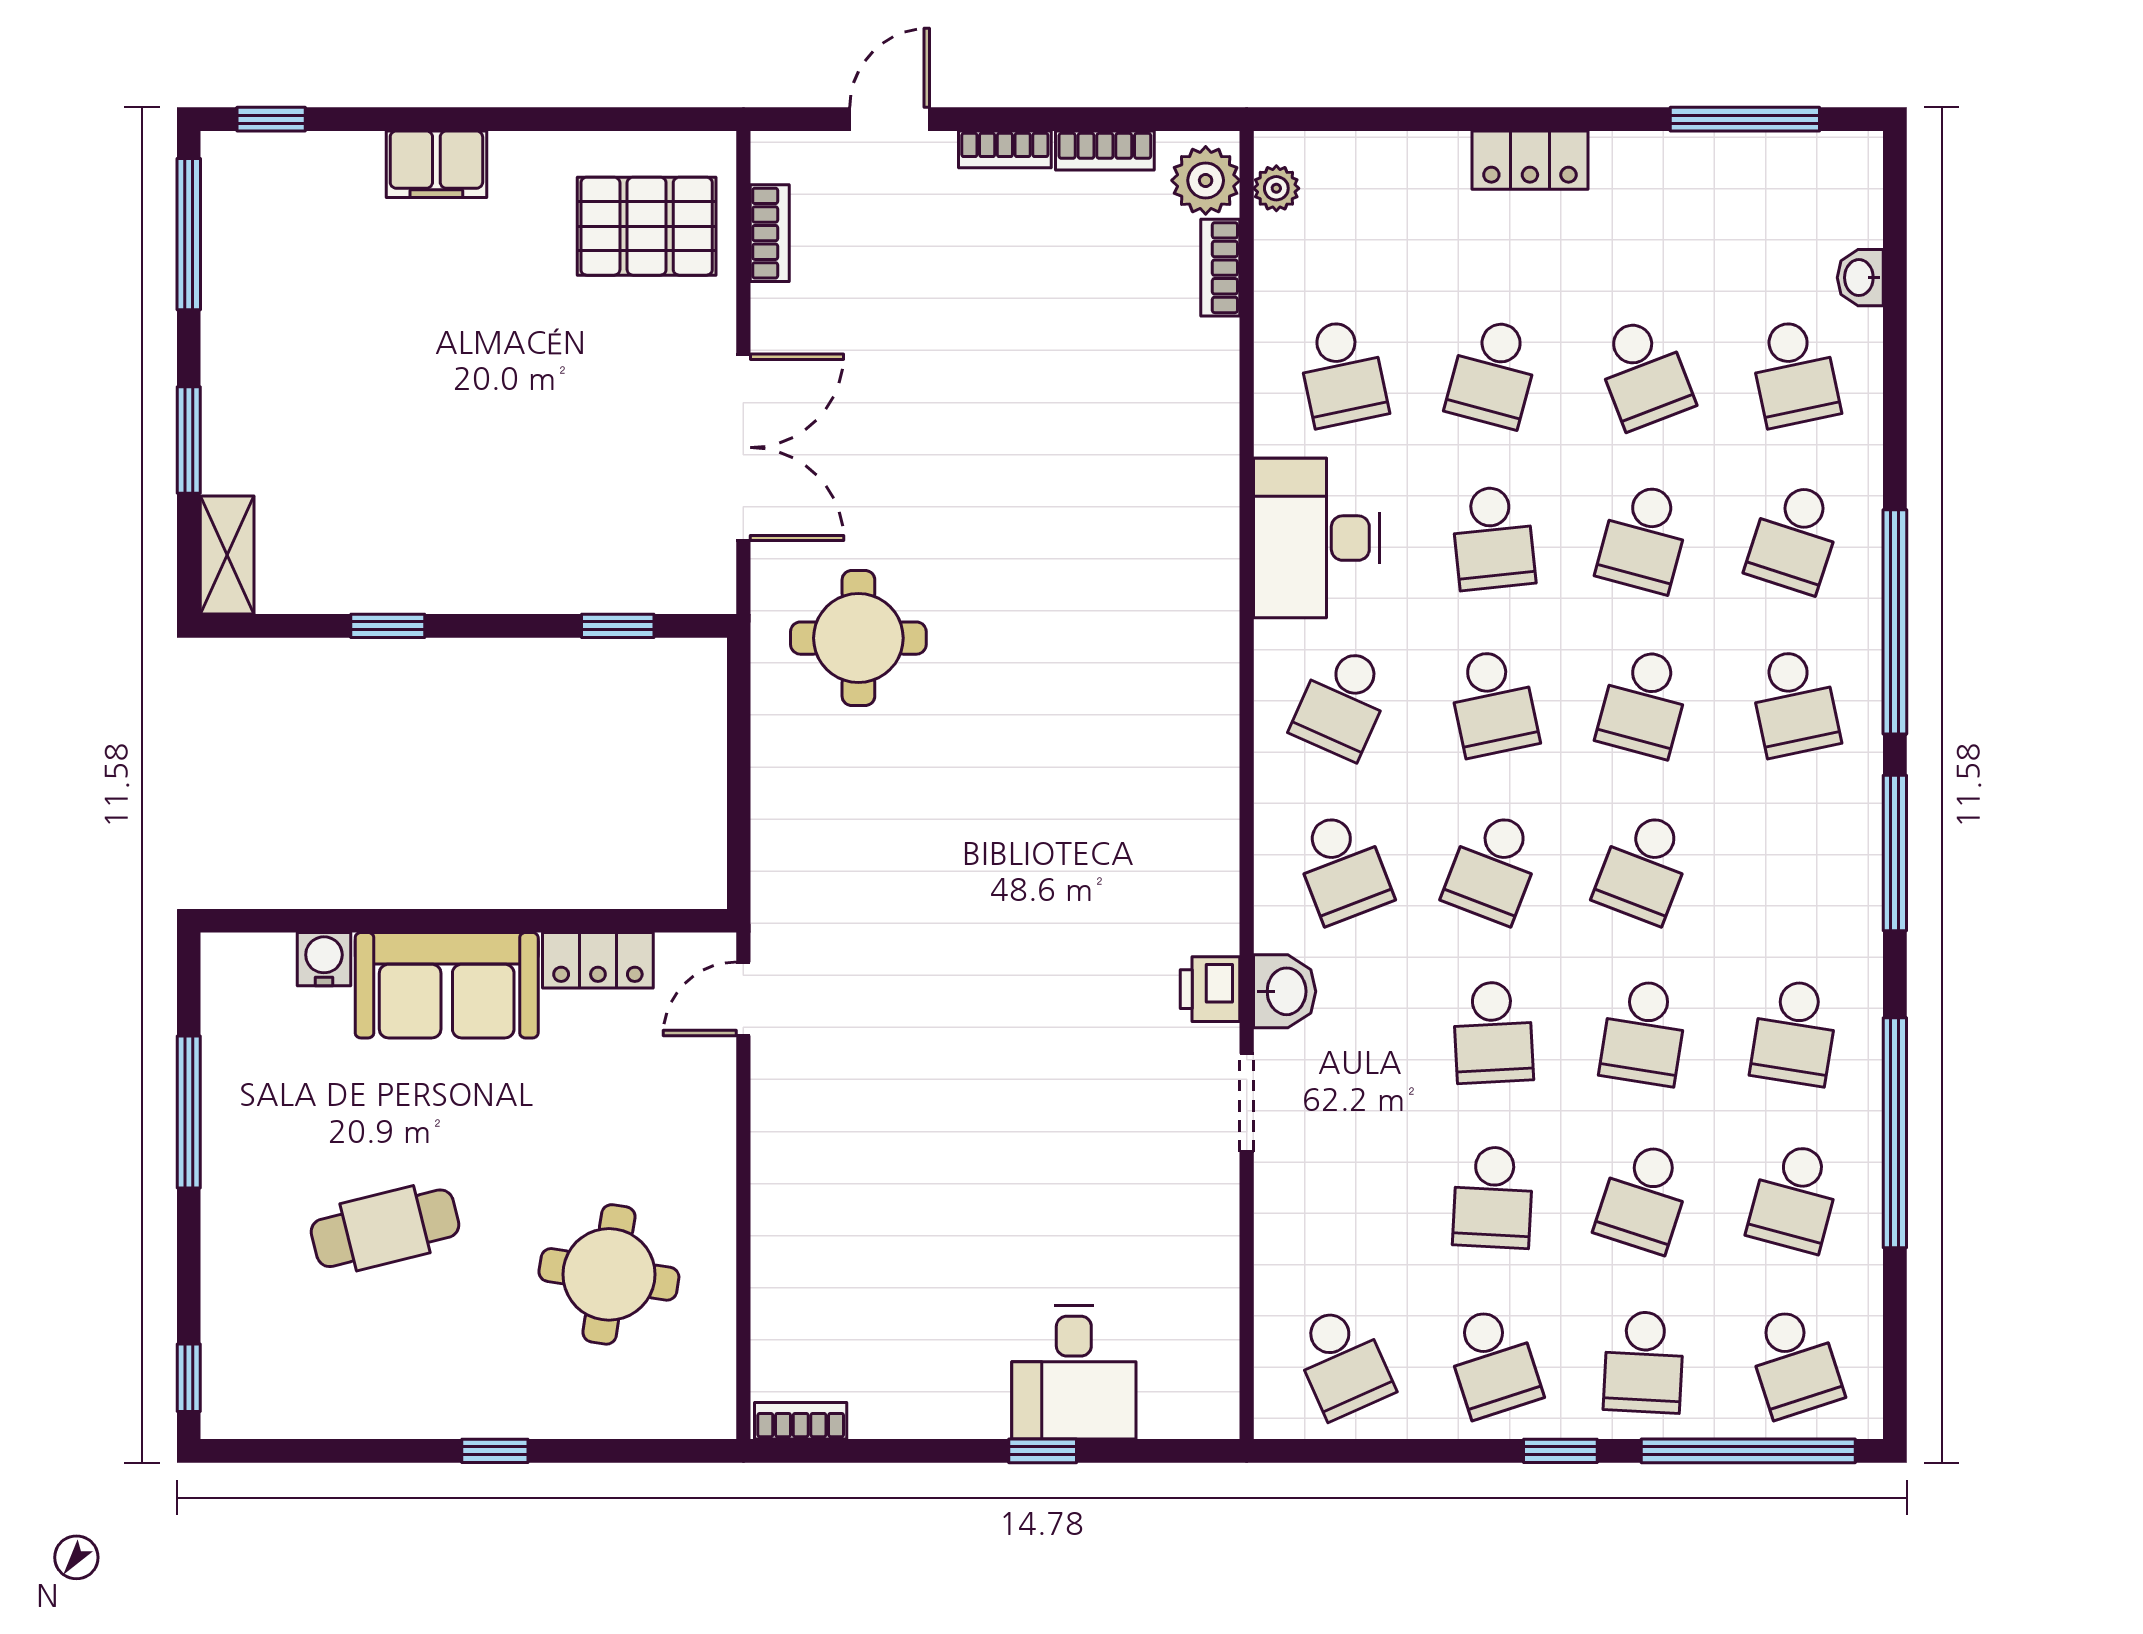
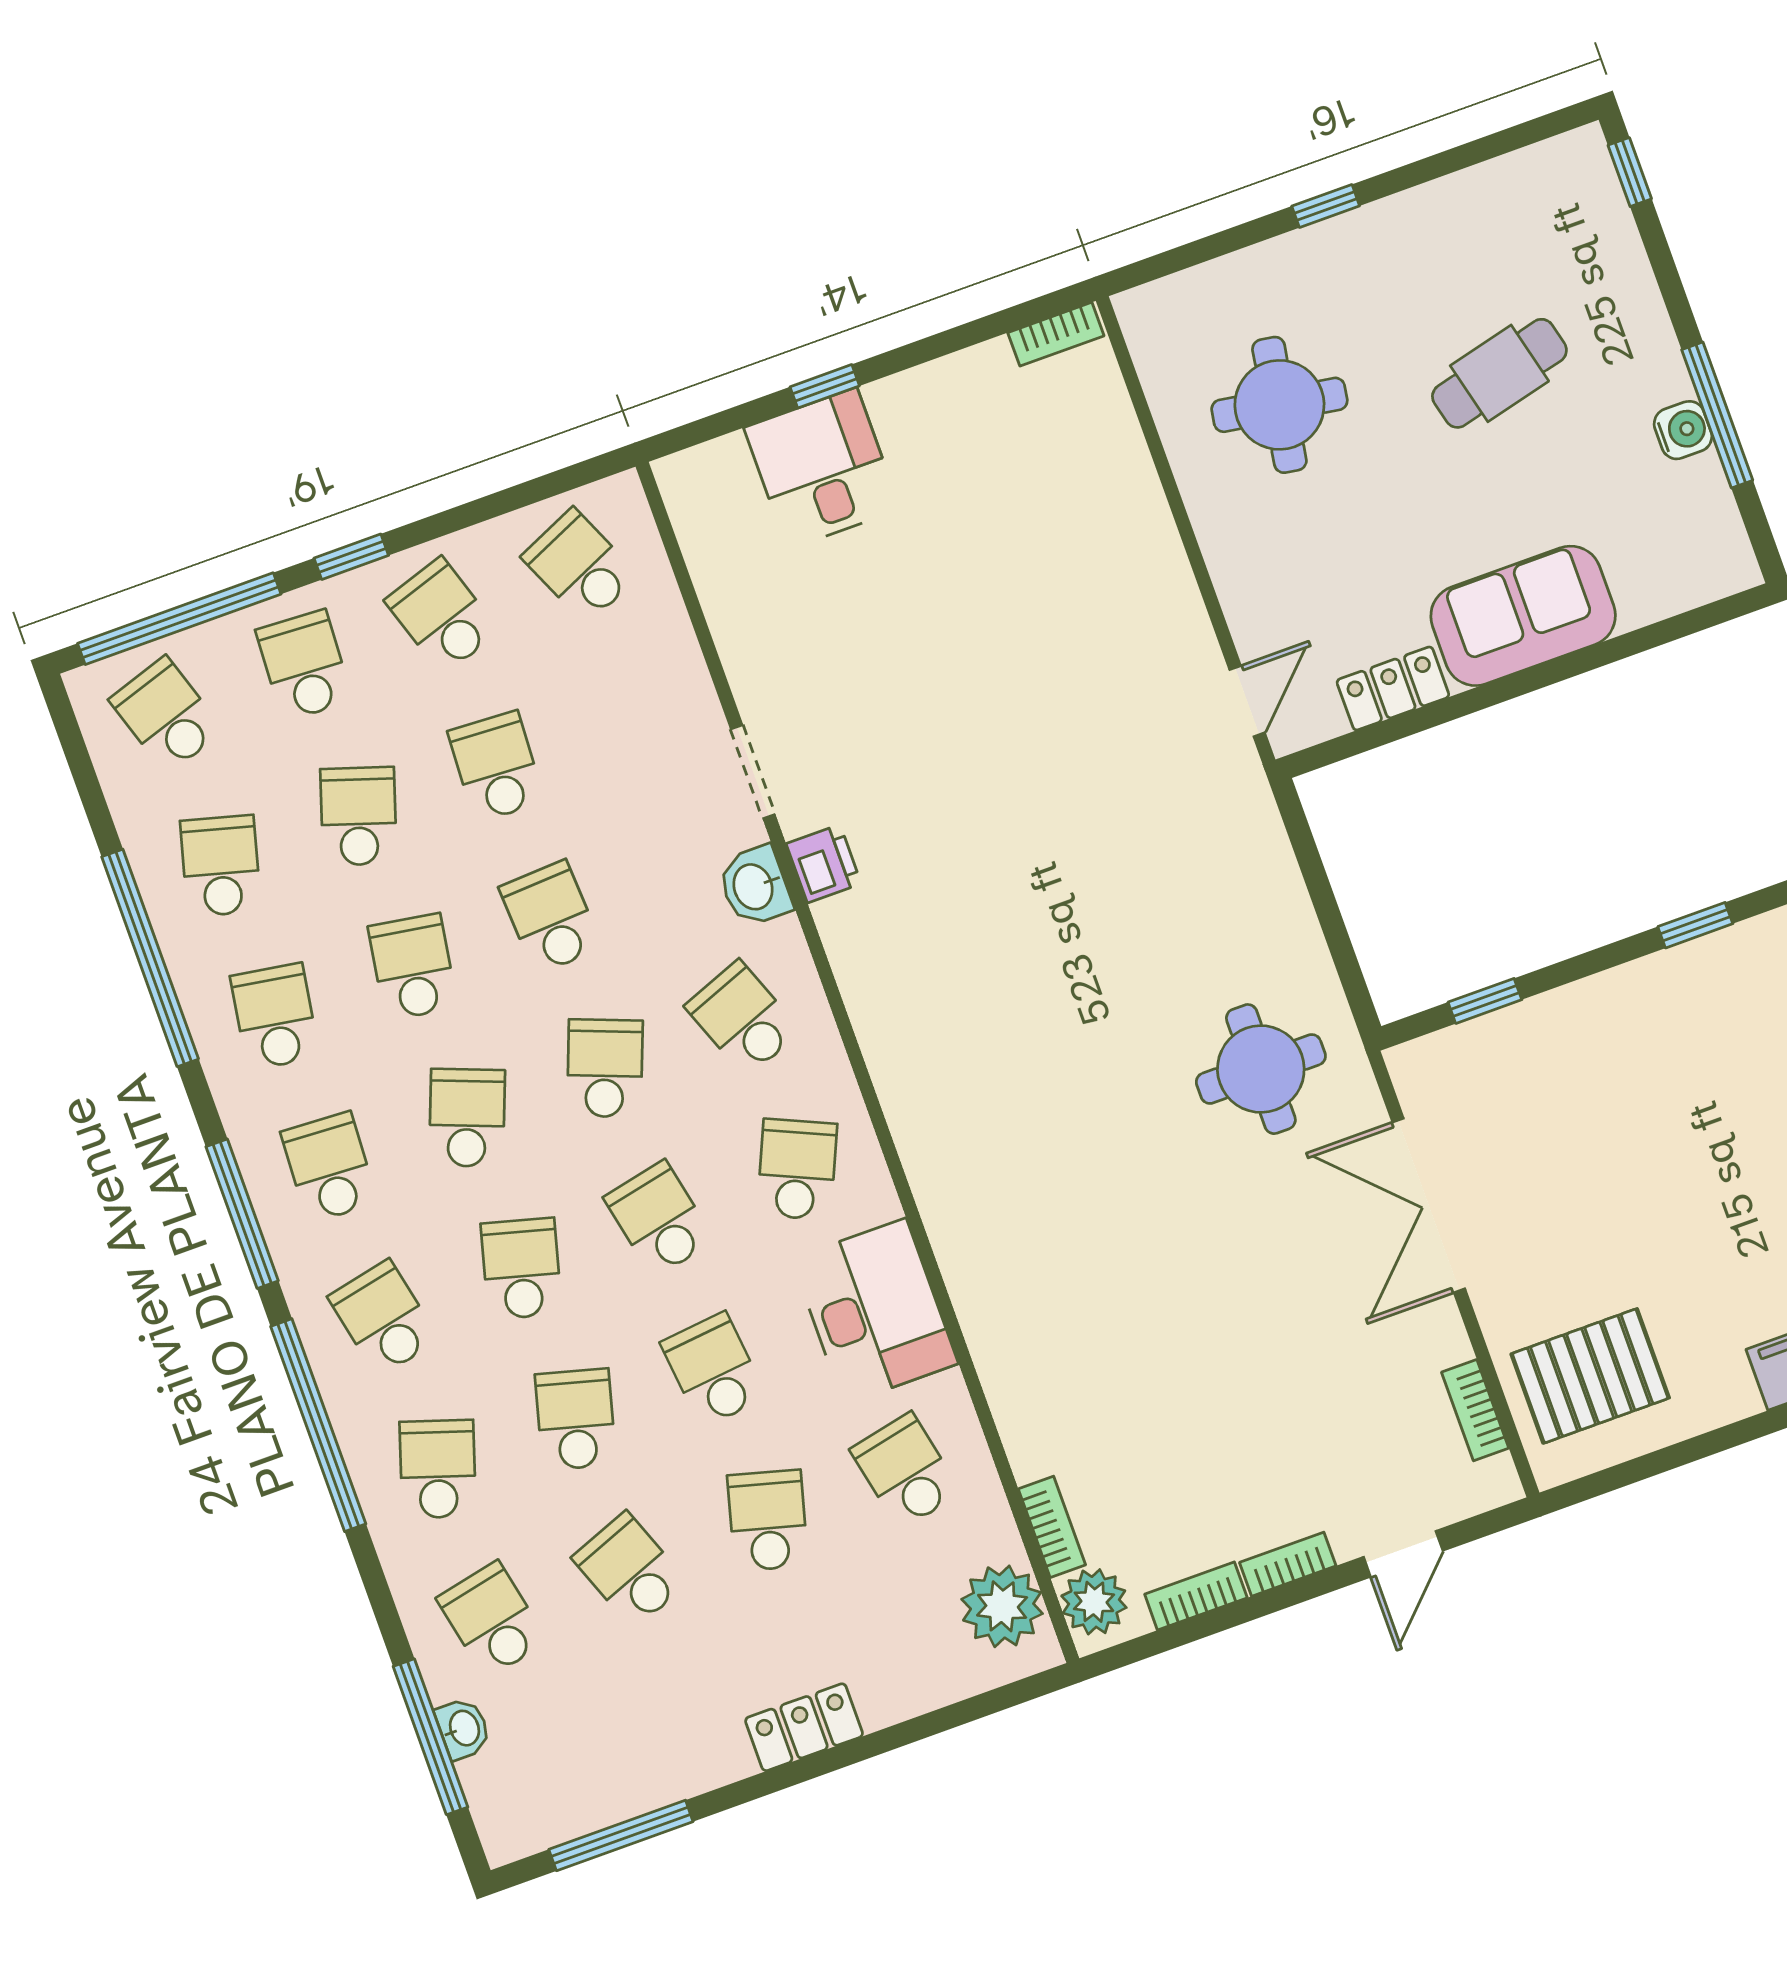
plant: (1276, 188) -> (1002, 1606), width x1.88, depth x1.88
window: (1895, 281) -> (430, 1737), added
school desk: (1794, 867) -> (329, 1167), added
water cooler: (324, 959) -> (1683, 430), moved, turned -90

